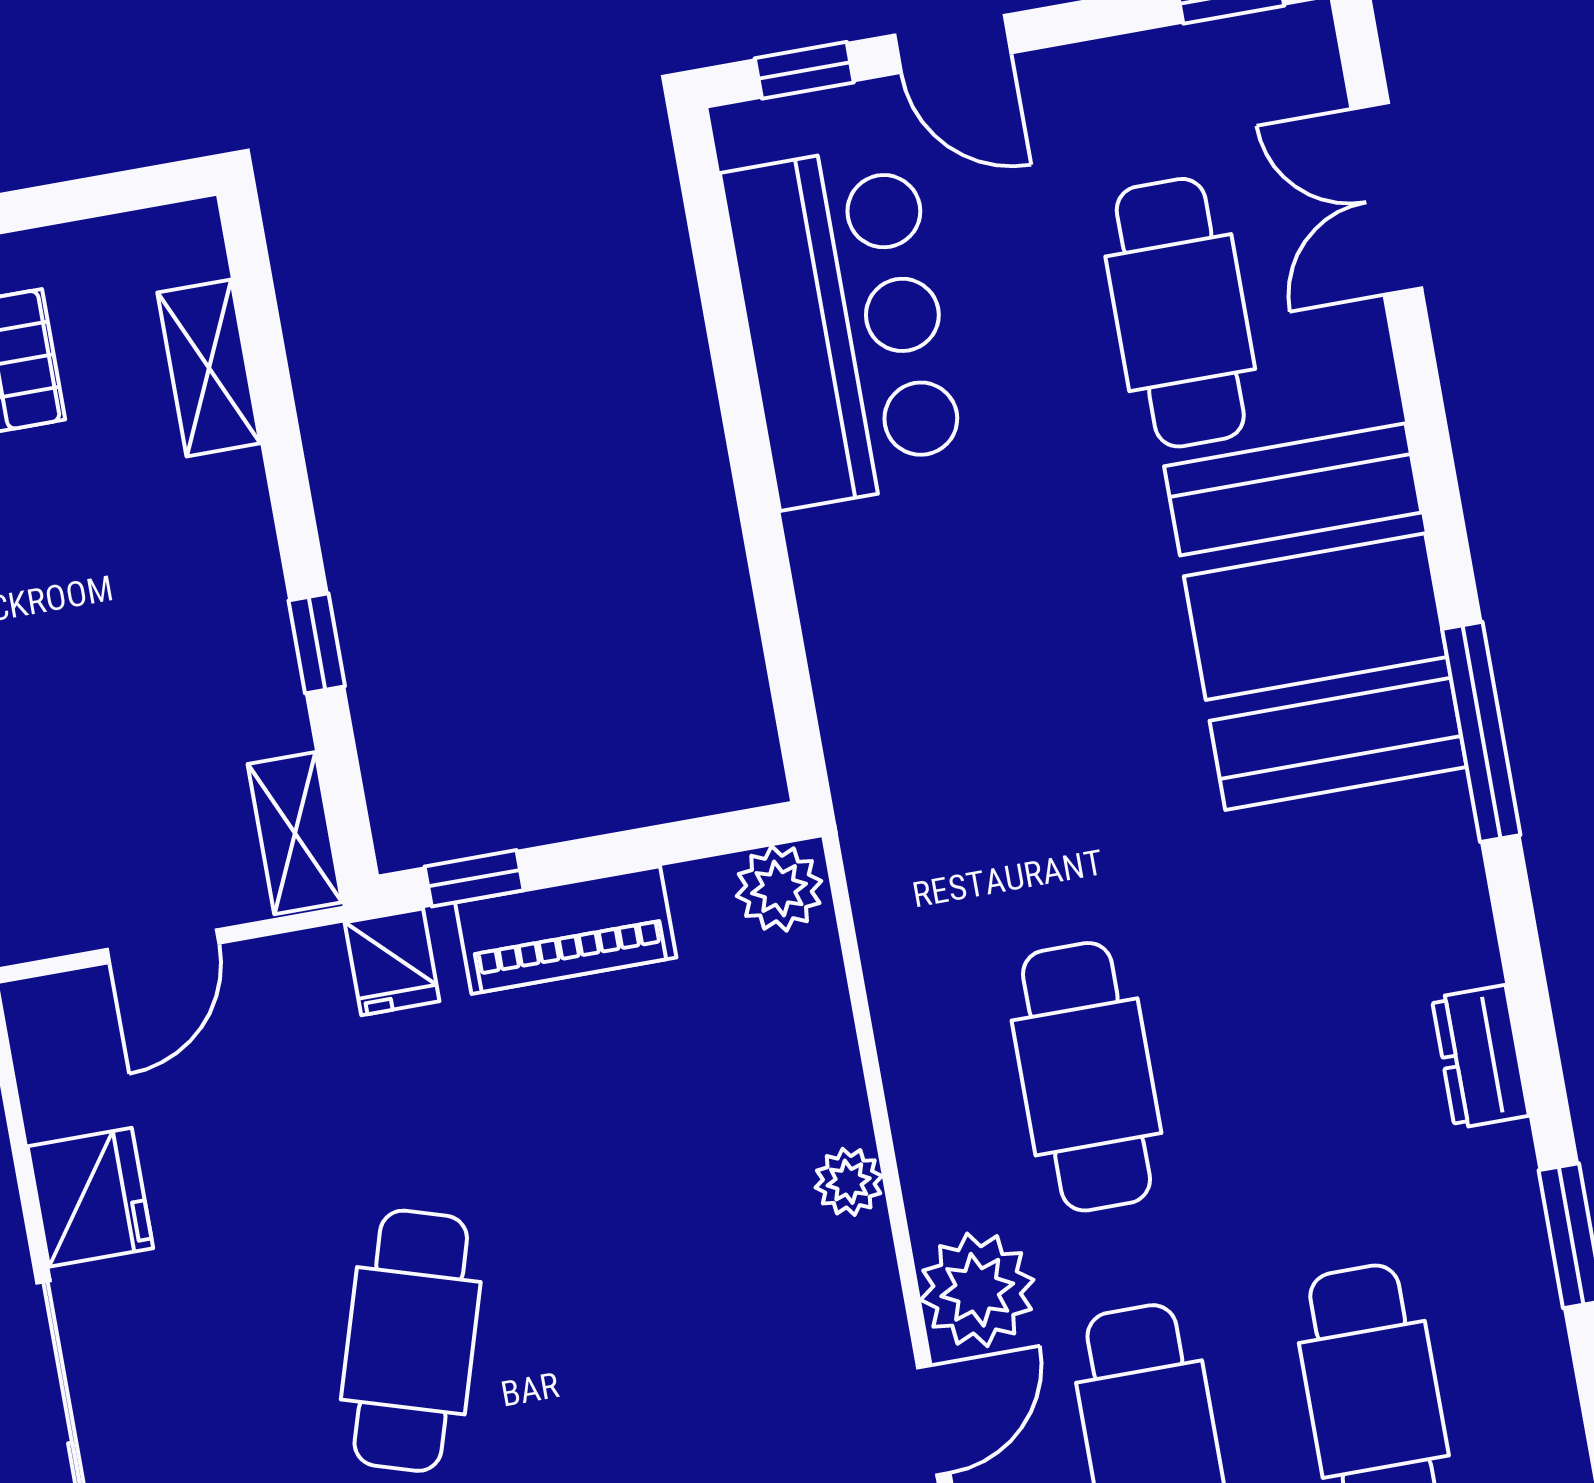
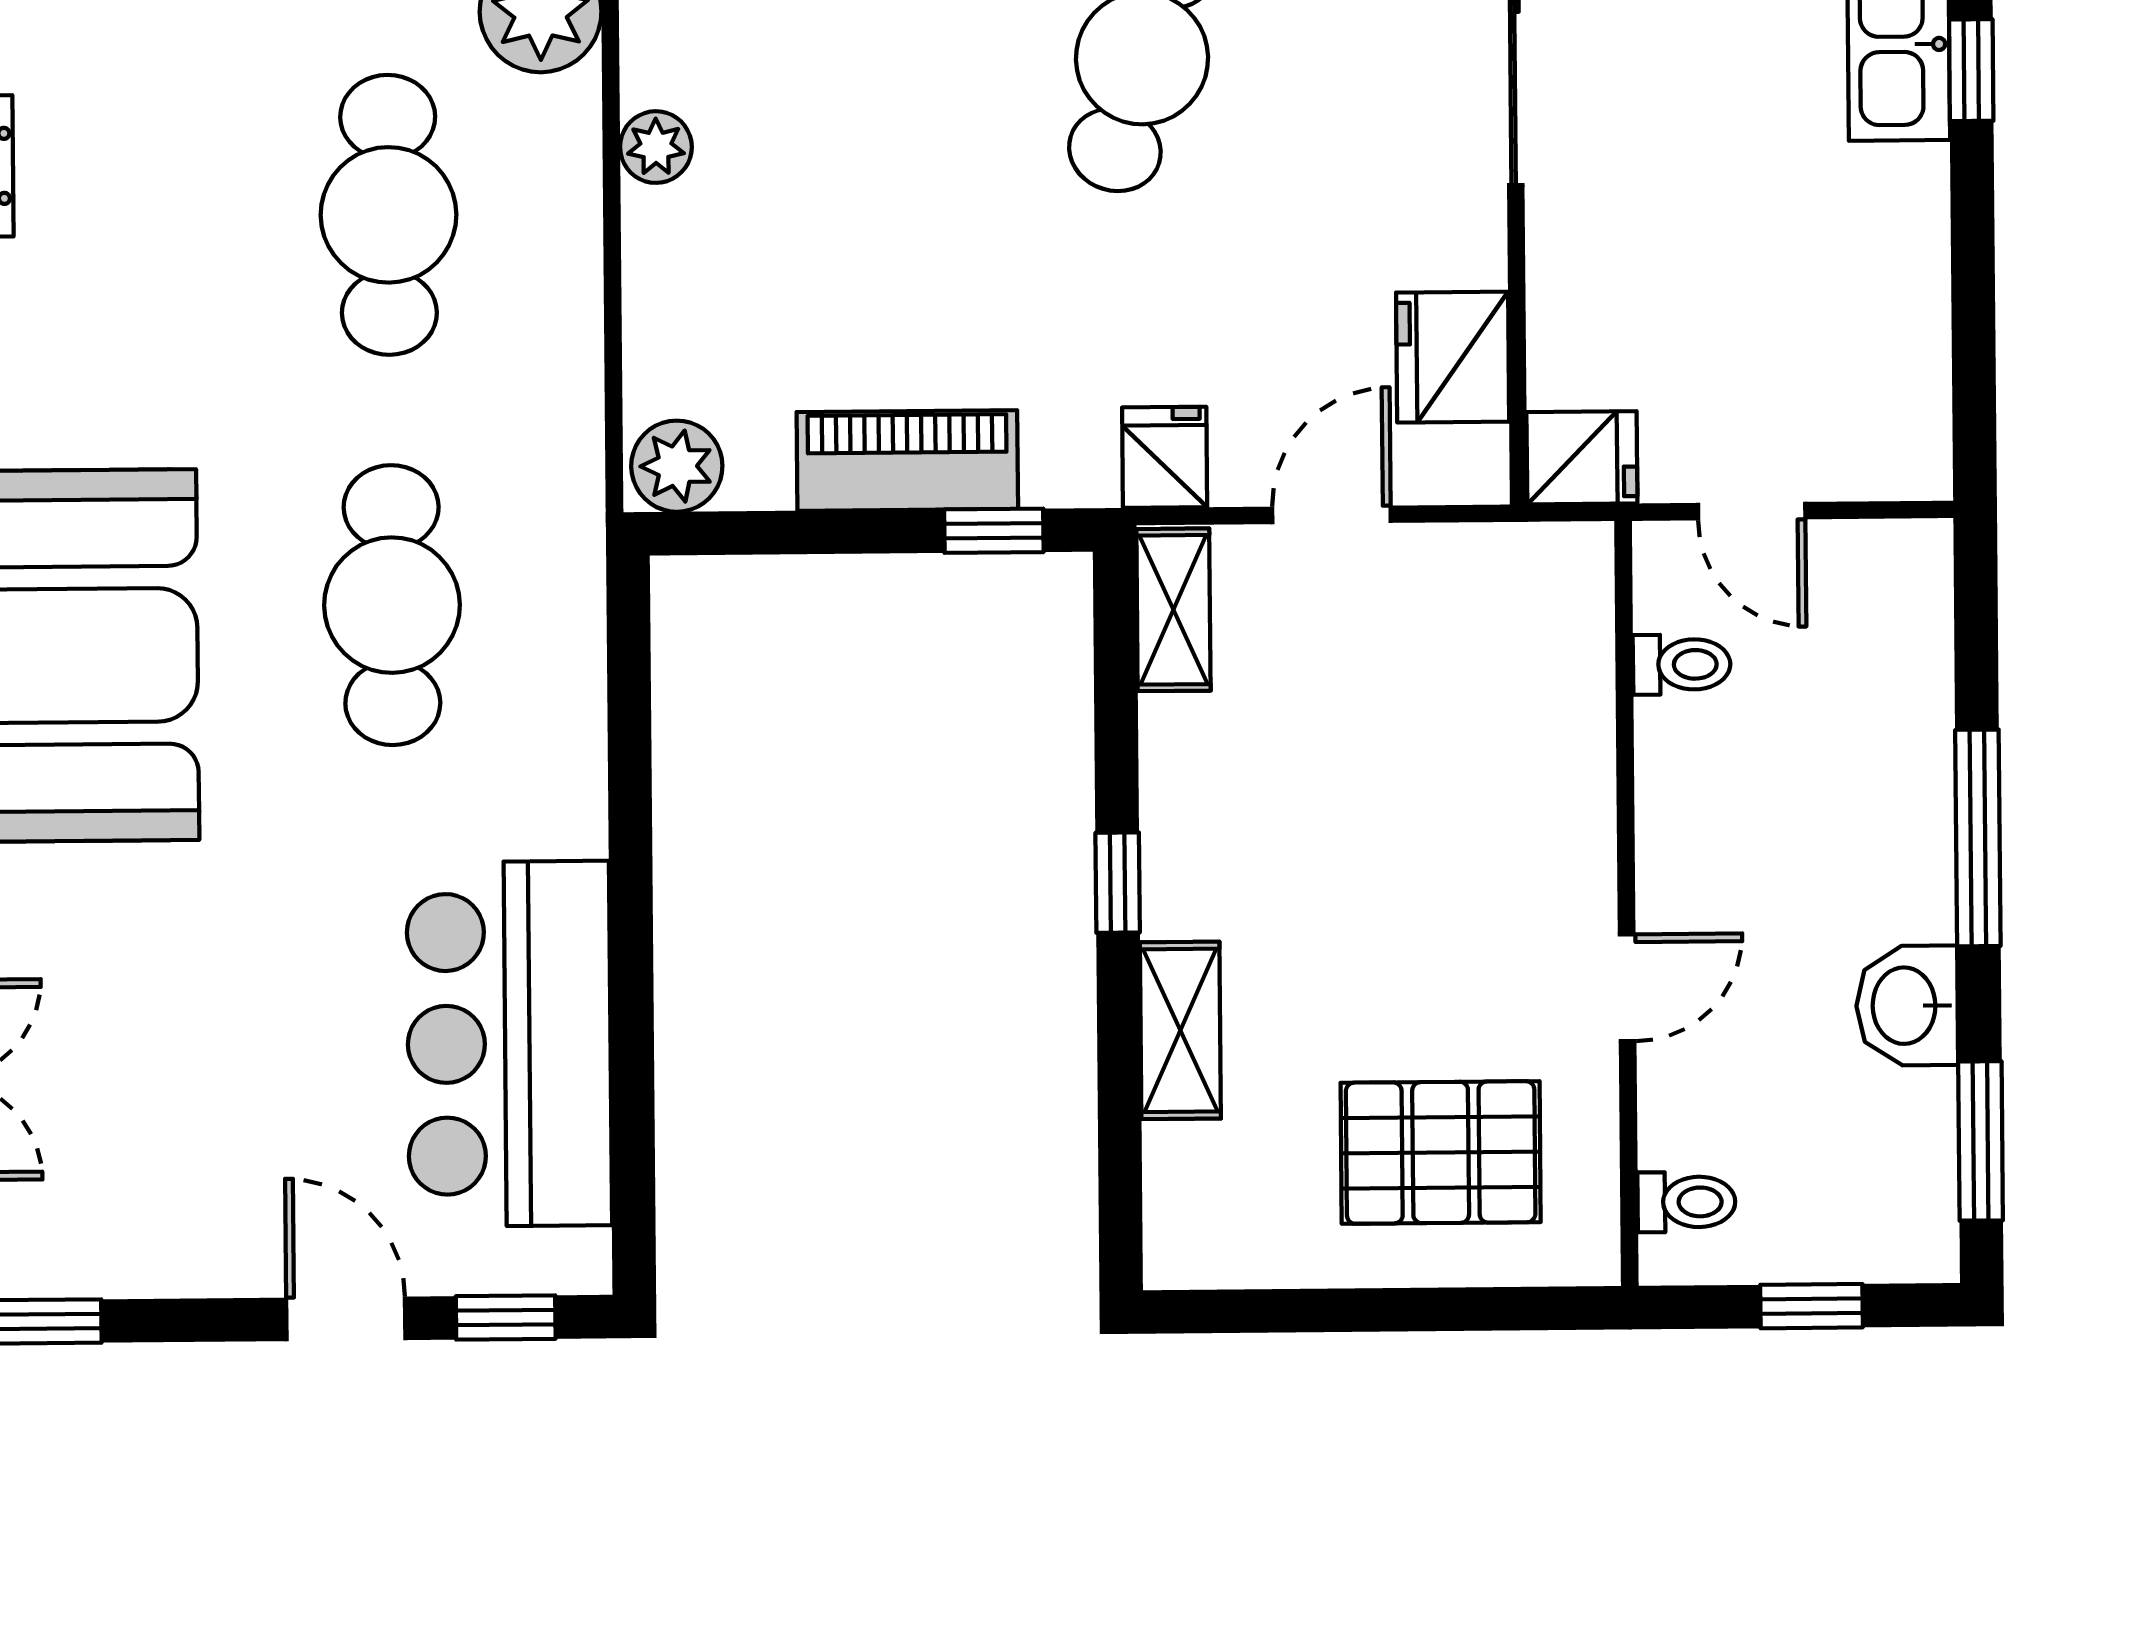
cafe table: (1180, 313) -> (392, 605), moved
shelving: (209, 368) -> (1180, 1030), moved
window: (317, 643) -> (1118, 883), moved
fridge: (392, 962) -> (1165, 457), moved
fridge: (90, 1197) -> (1453, 357), moved

